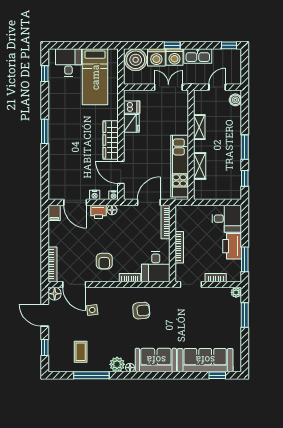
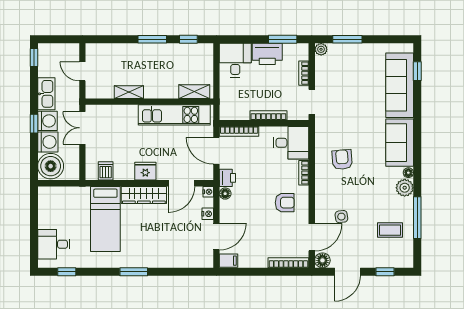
bed: (95, 77) -> (105, 219), moved, turned 90
boiler: (235, 100) -> (97, 50), removed
fridge: (131, 123) -> (145, 171), moved
shelving: (200, 166) -> (194, 92), moved
printer: (98, 212) -> (227, 178), moved

